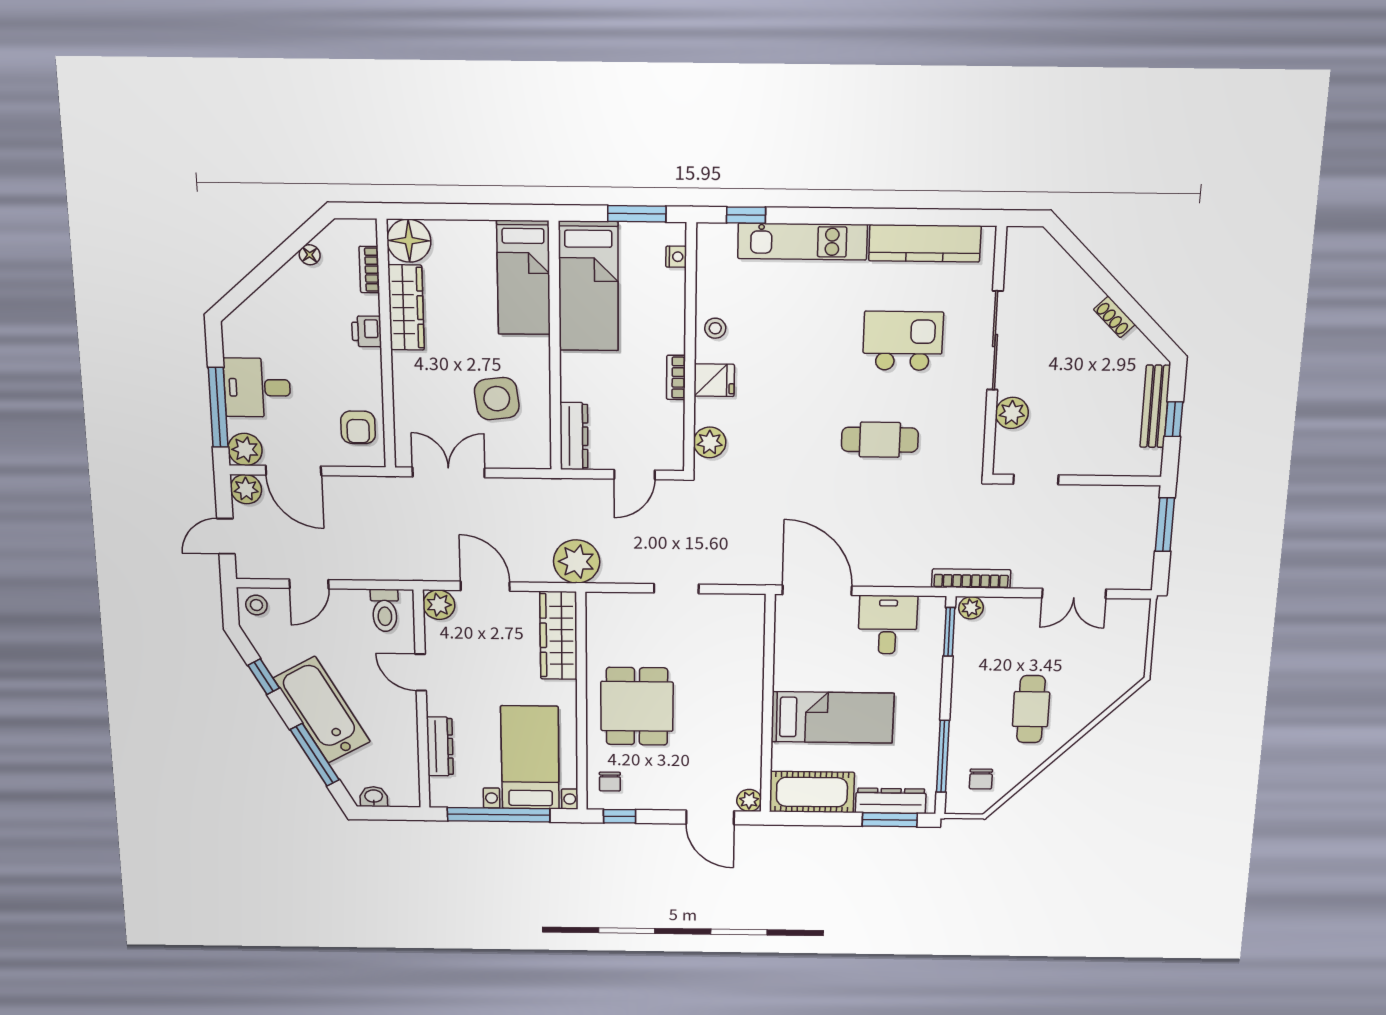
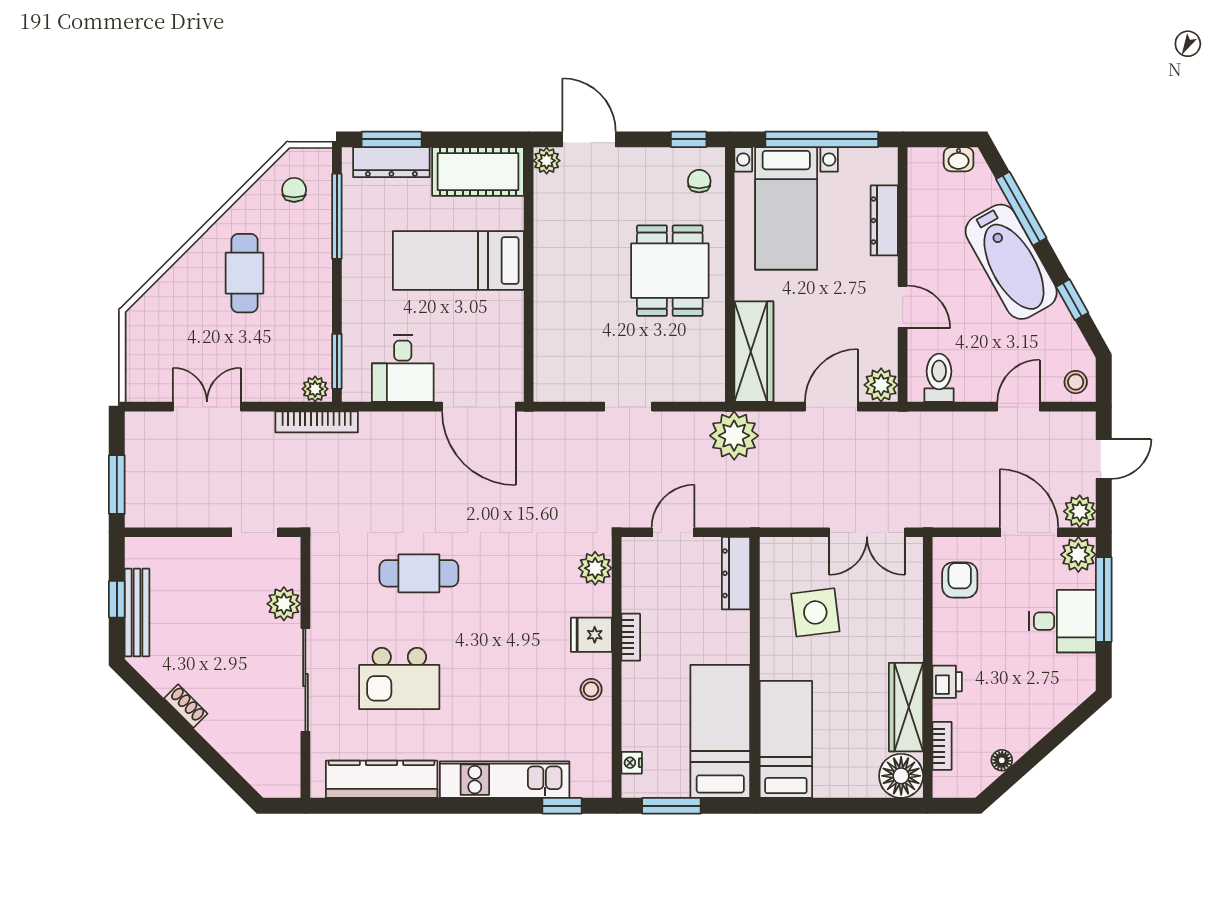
door: (485, 586) -> (831, 407), swing flipped

